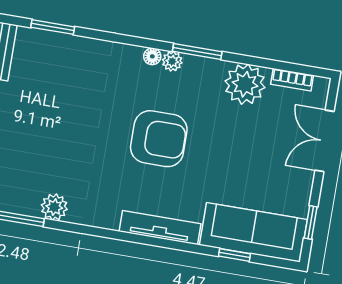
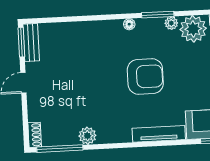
window: (53, 27) -> (61, 20), removed
plant: (172, 61) -> (171, 23), moved

